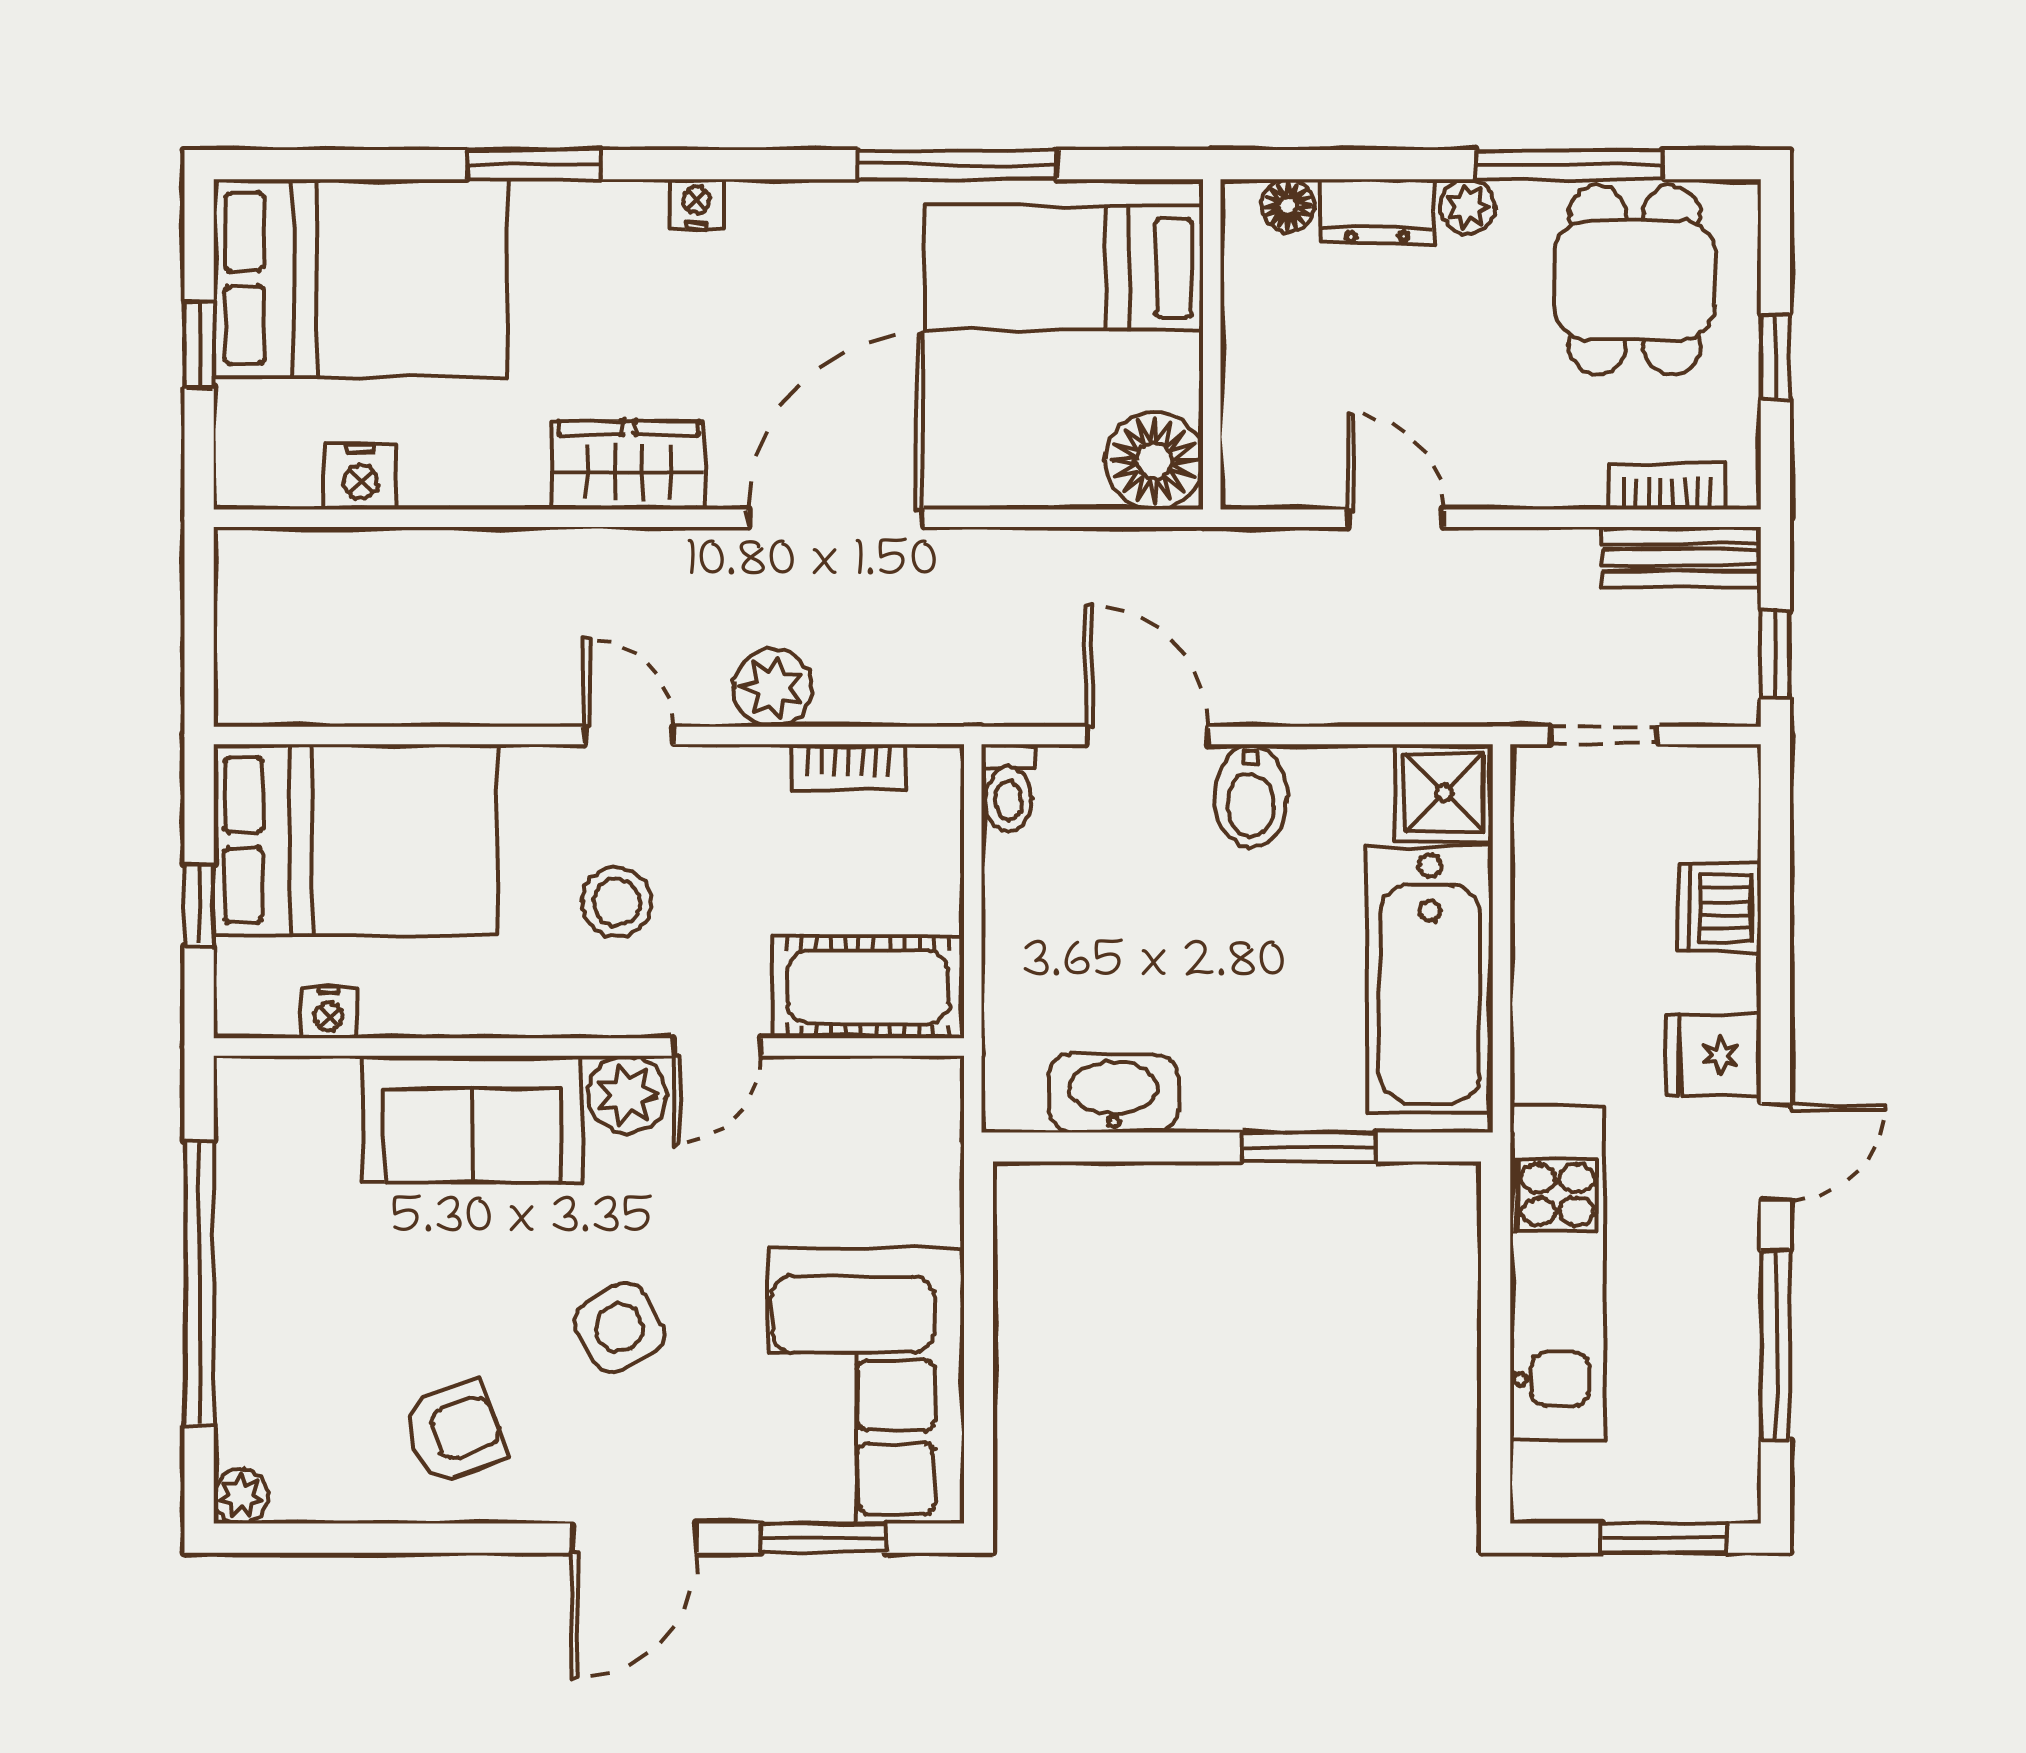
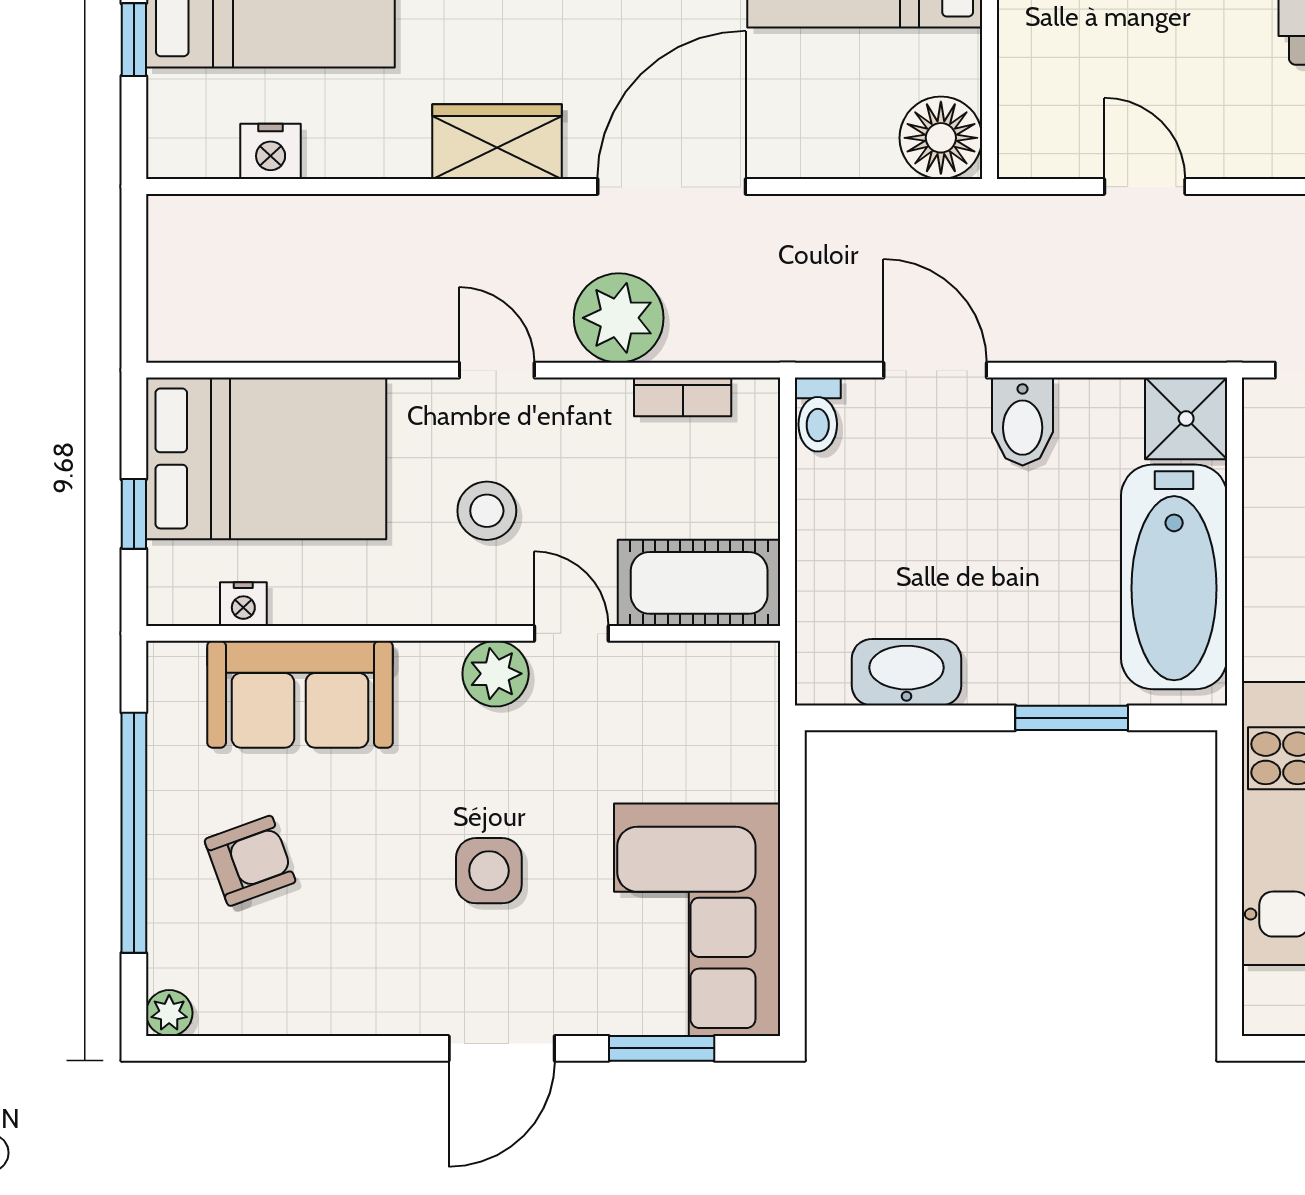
plant: (773, 688) -> (619, 318), width x1.36, depth x1.36
door: (717, 1047) -> (571, 633), swing flipped
sofa: (473, 1119) -> (300, 694), moved
side table: (619, 1328) -> (489, 871), turned 31
armchair: (454, 1432) -> (250, 861), moved

